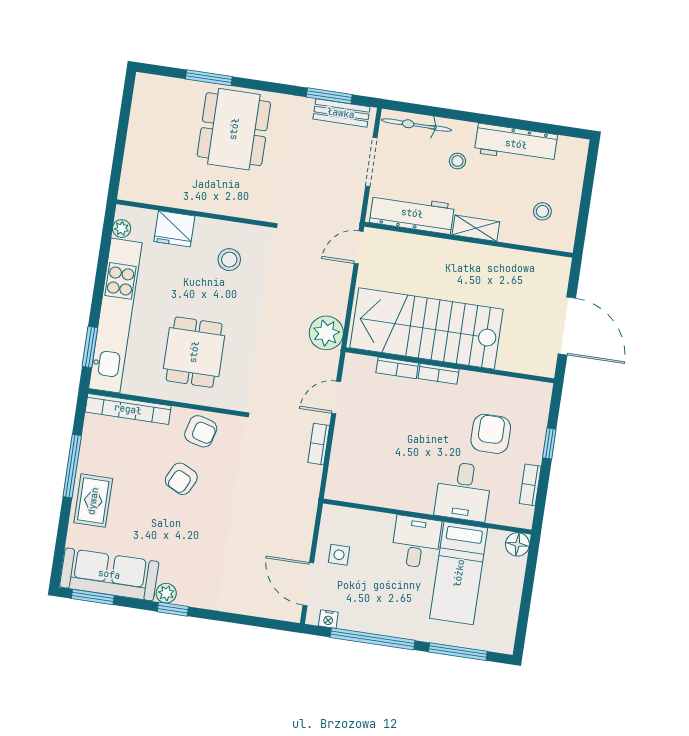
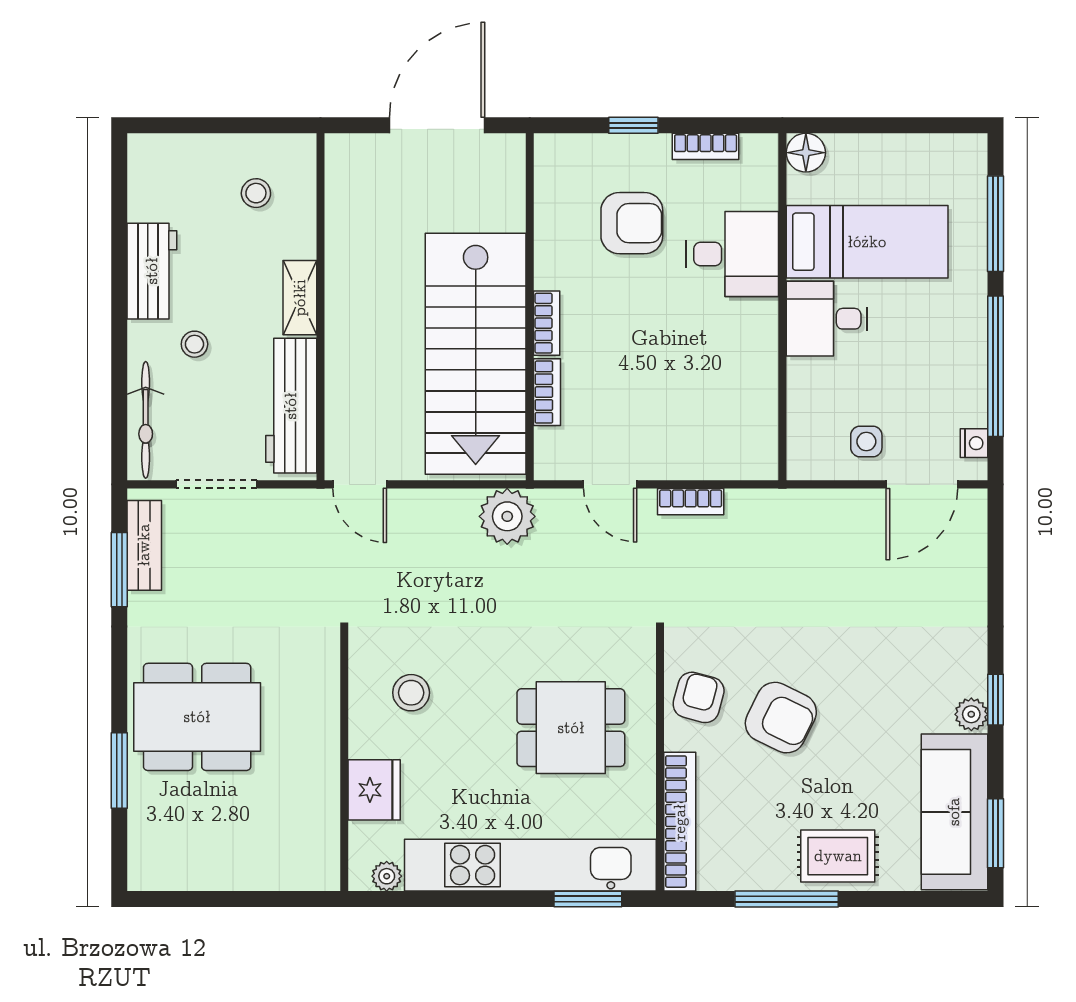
workbench: (516, 144) -> (152, 271), width x0.73
armchair: (491, 434) -> (632, 223), turned 180
armchair: (181, 479) -> (781, 718), width x1.38, depth x1.38

